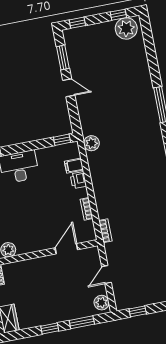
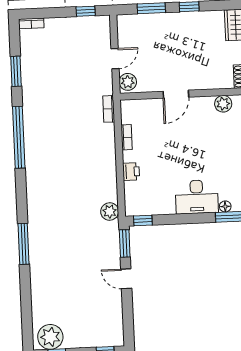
window: (63, 57) -> (125, 243), moved
filing cabinet: (74, 166) -> (134, 189), removed
door: (66, 249) -> (176, 94), moved
plant: (102, 303) -> (128, 82), moved

